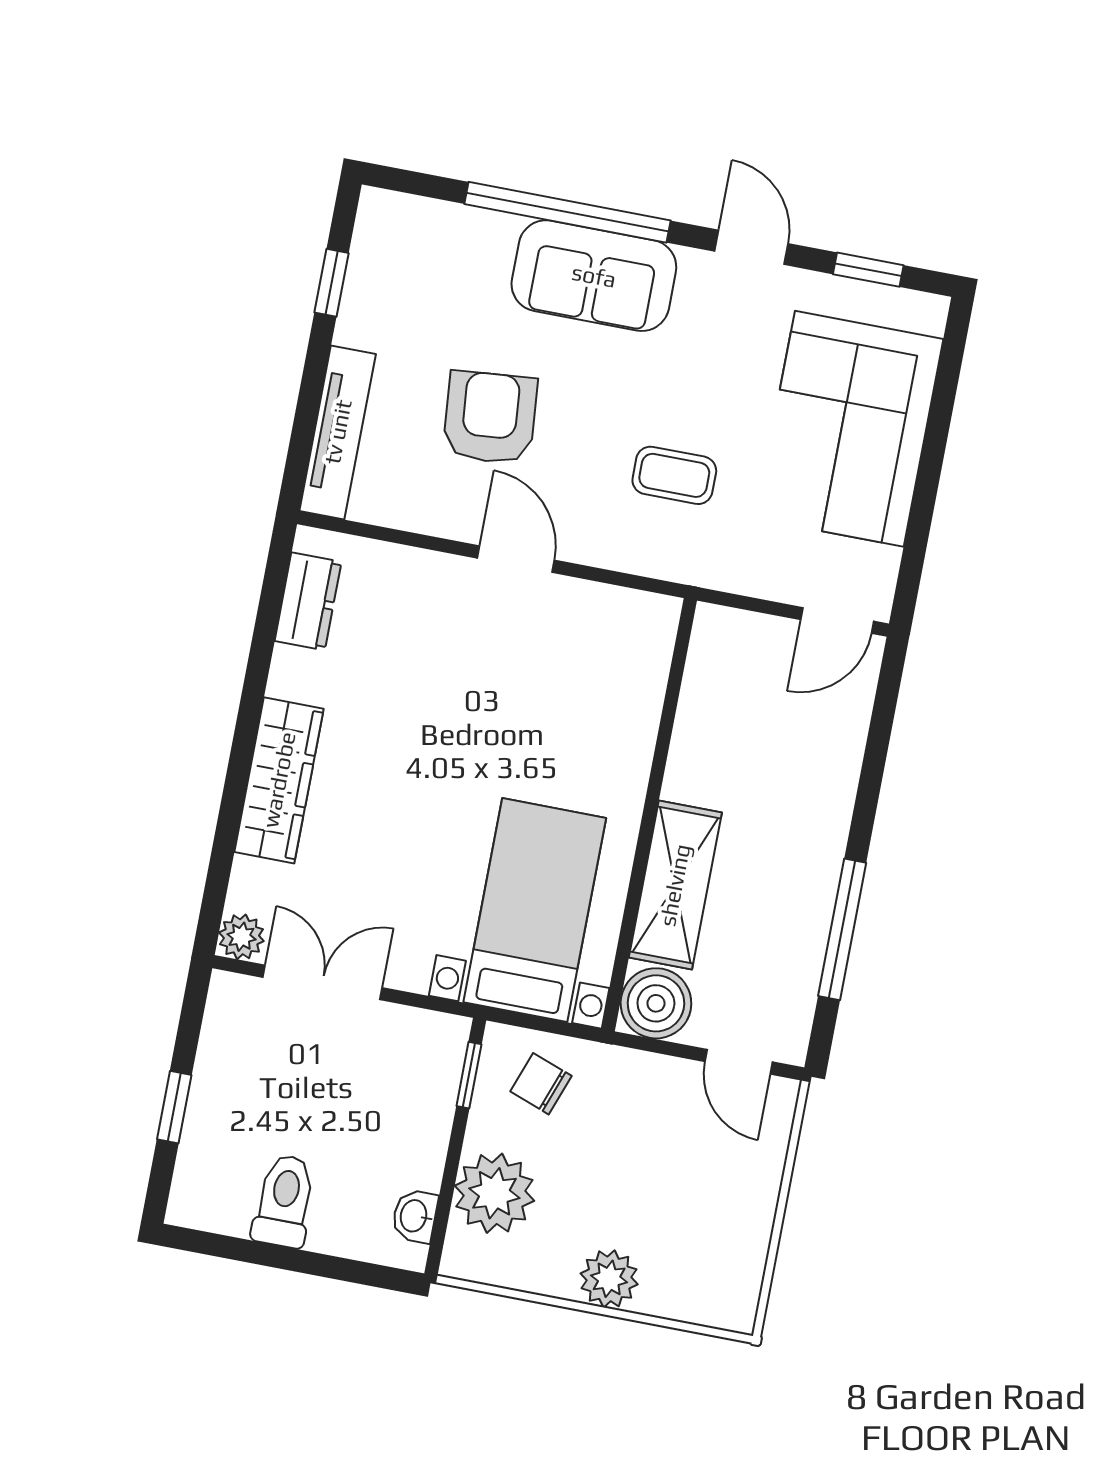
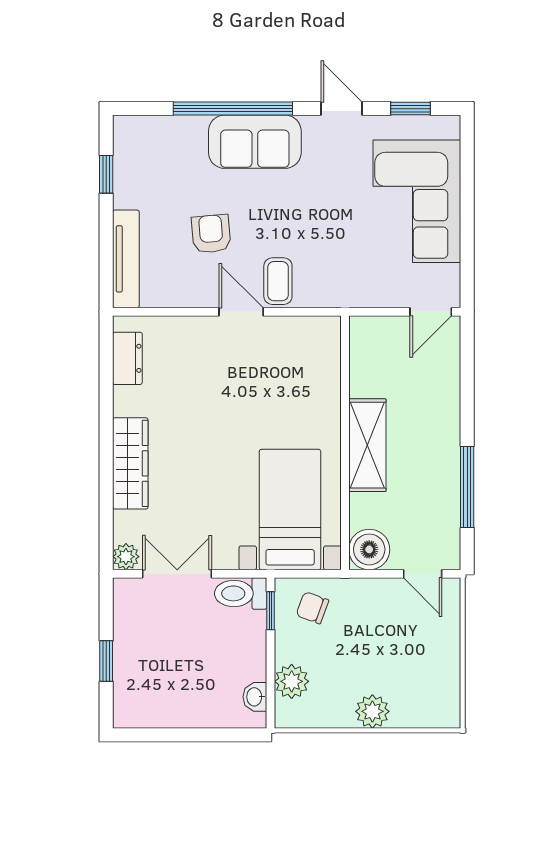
armchair: (490, 418) -> (211, 234), width x0.72, depth x0.72
coffee table: (674, 475) -> (278, 281), moved, turned 90
shelving: (675, 885) -> (367, 445), moved
plant: (494, 1193) -> (292, 681), width x0.73, depth x0.73
toilet: (284, 1201) -> (241, 593), moved, turned -90

